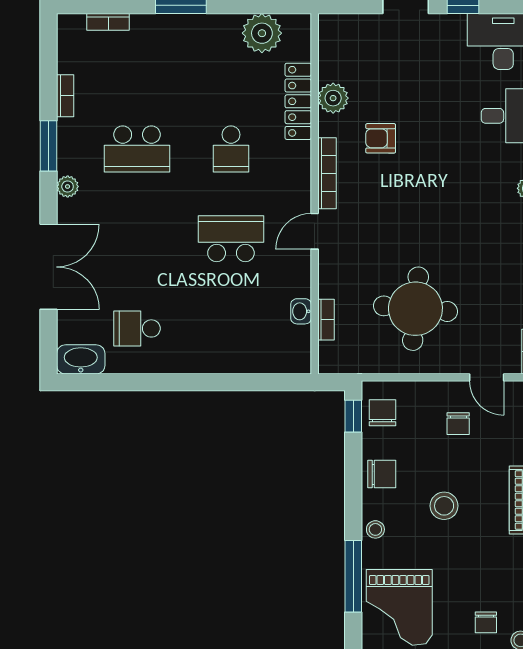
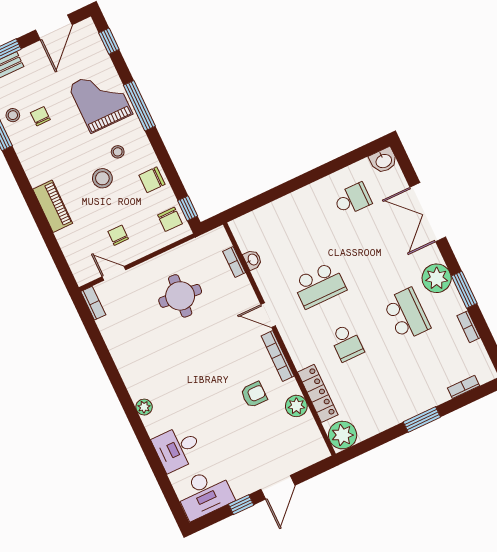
plant: (262, 33) -> (343, 435), moved
school desk: (137, 149) -> (407, 314), turned 90
school desk: (231, 149) -> (346, 343), turned 180
plant: (68, 186) -> (437, 278), width x1.88, depth x1.88
door: (315, 231) -> (268, 315), swing flipped
round table: (415, 309) -> (180, 296), width x0.73, depth x0.73
washbasin: (81, 359) -> (384, 160), width x0.72
stool: (375, 529) -> (118, 152), moved

